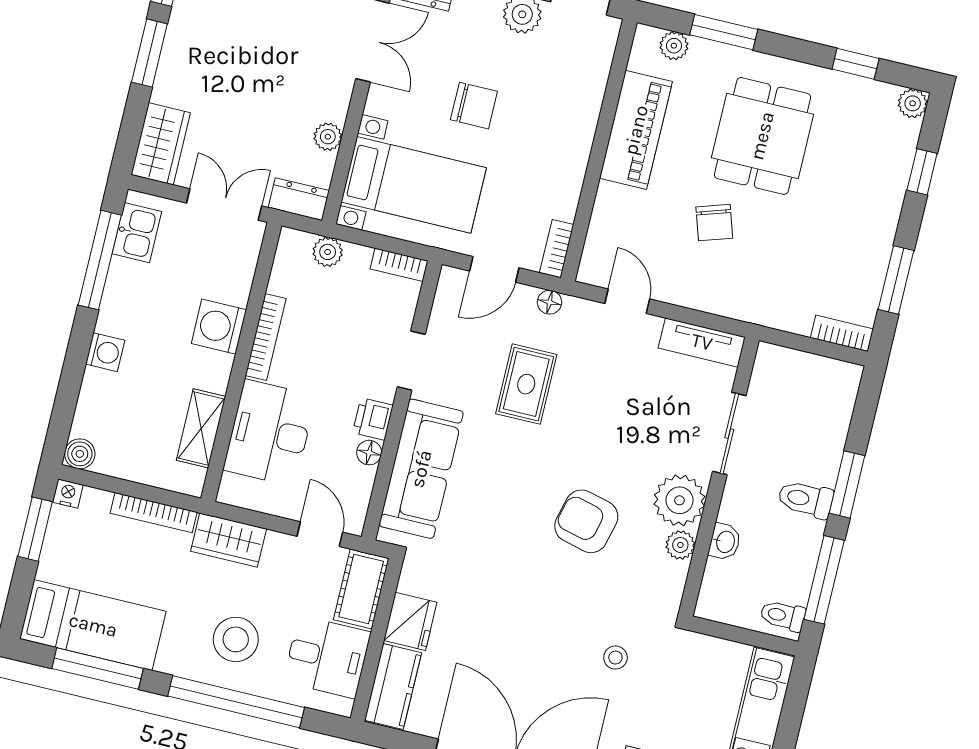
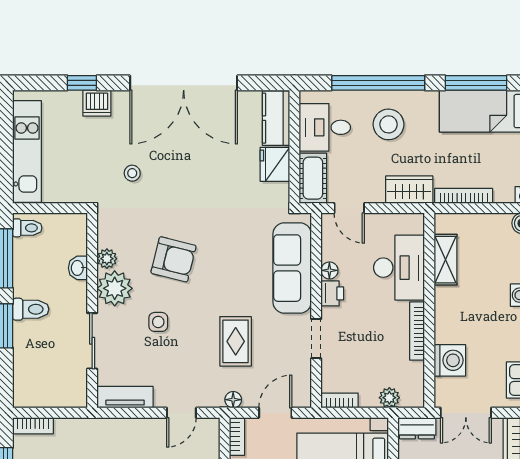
door: (627, 301) -> (181, 413), hinge flipped
washing machine: (219, 327) -> (450, 360), moved
side table: (629, 438) -> (158, 322), added

